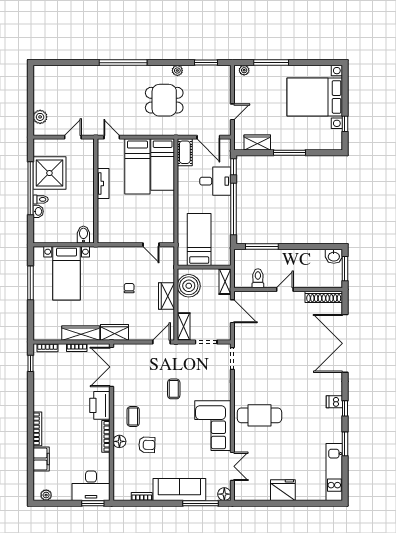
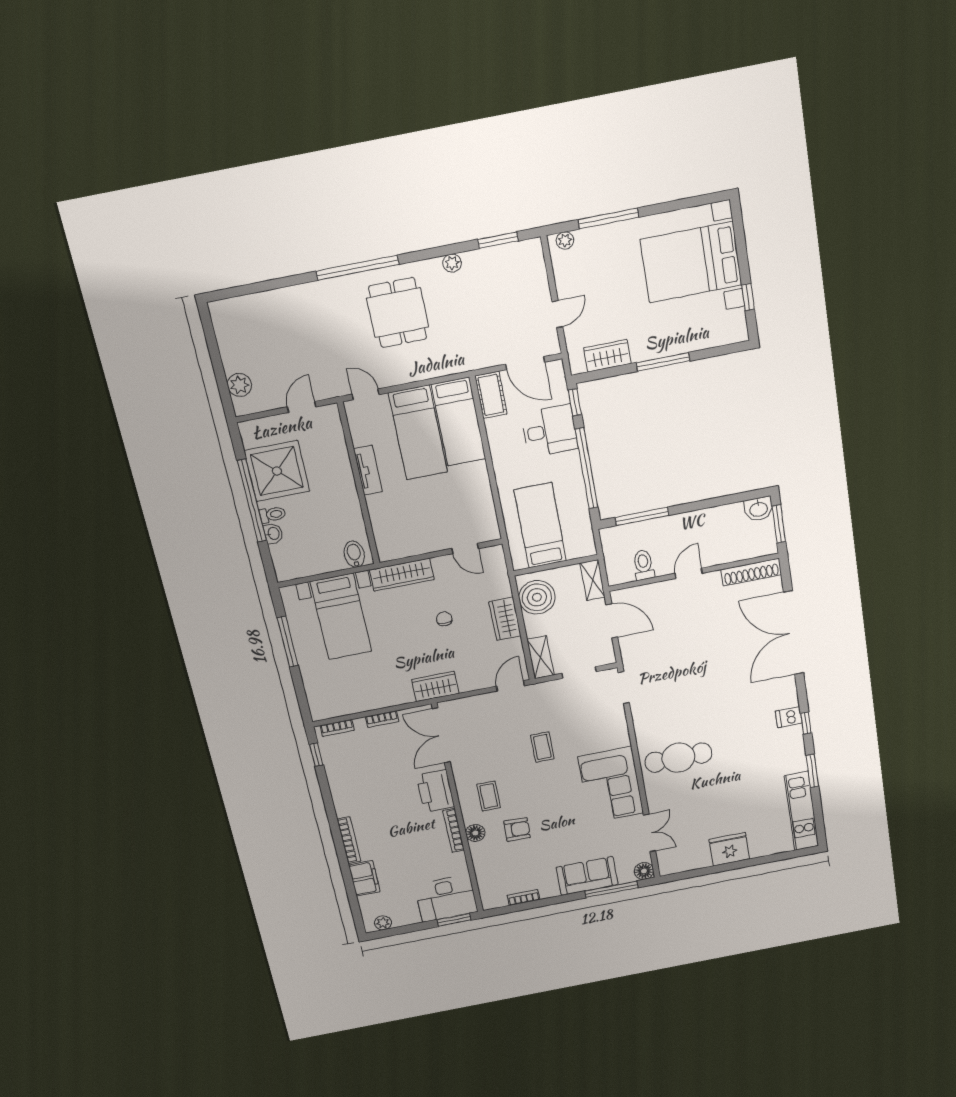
dining table: (164, 100) -> (398, 313), moved, turned 90
wardrobe: (81, 333) -> (402, 575), moved, turned 180
sofa: (179, 489) -> (587, 876), width x0.73

